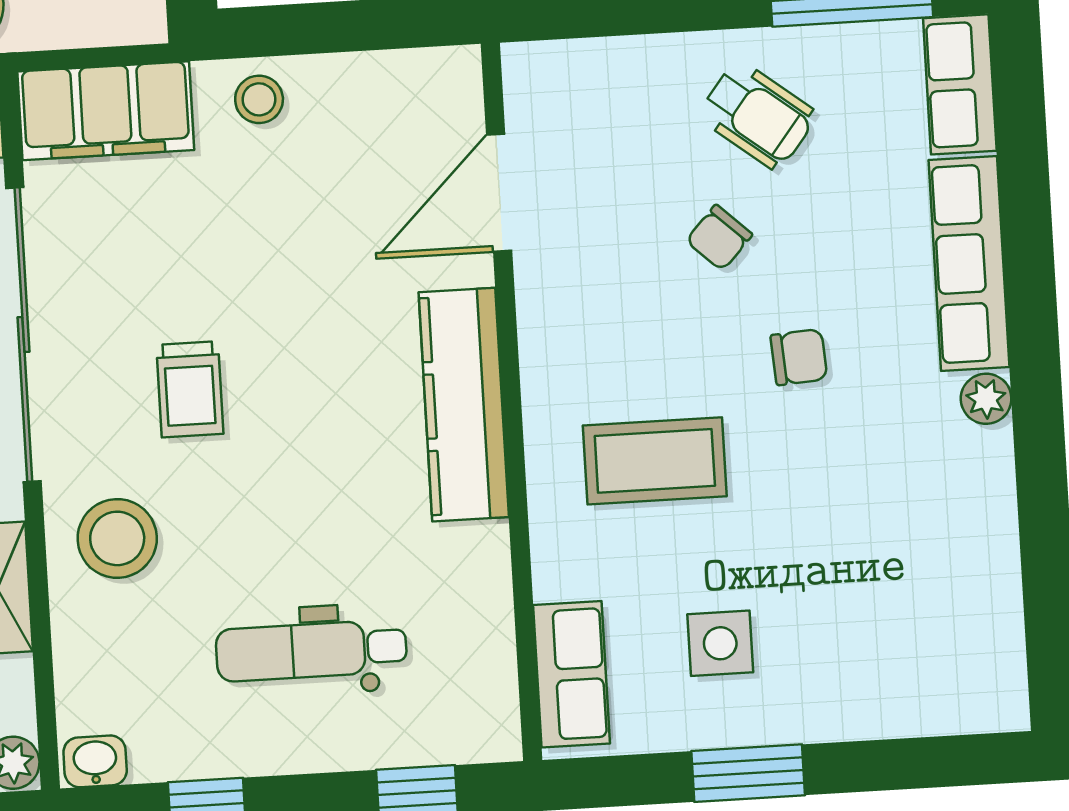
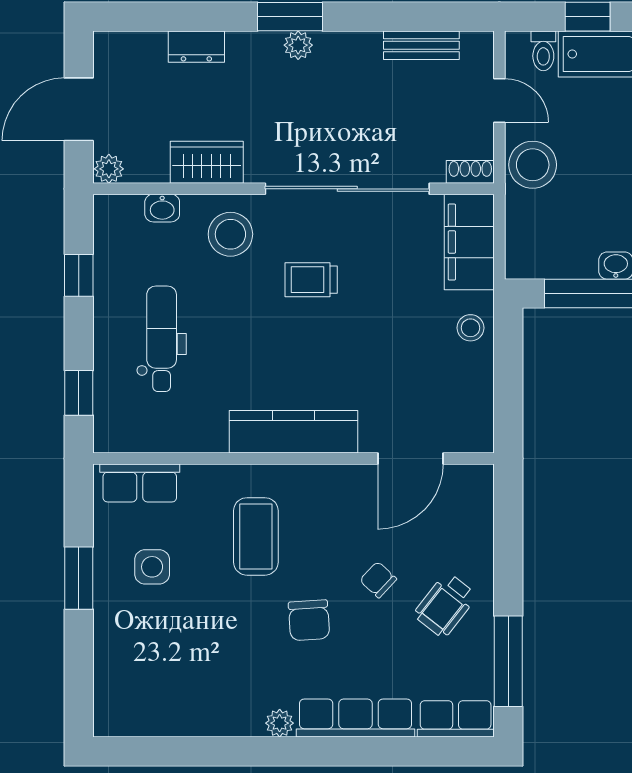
door: (499, 193) -> (410, 459), swing flipped
chair: (799, 357) -> (309, 620), width x1.37, depth x1.37
washbasin: (95, 761) -> (162, 208), moved, turned 90

